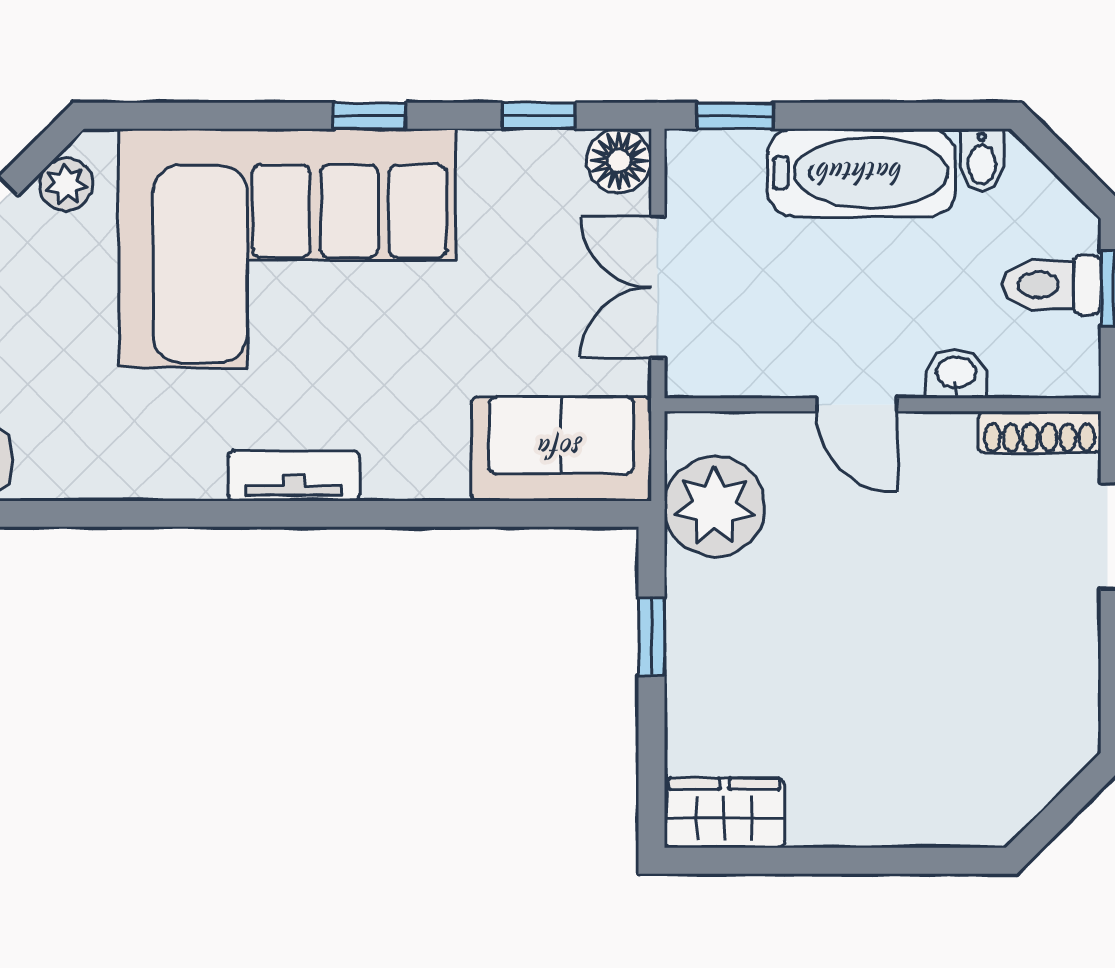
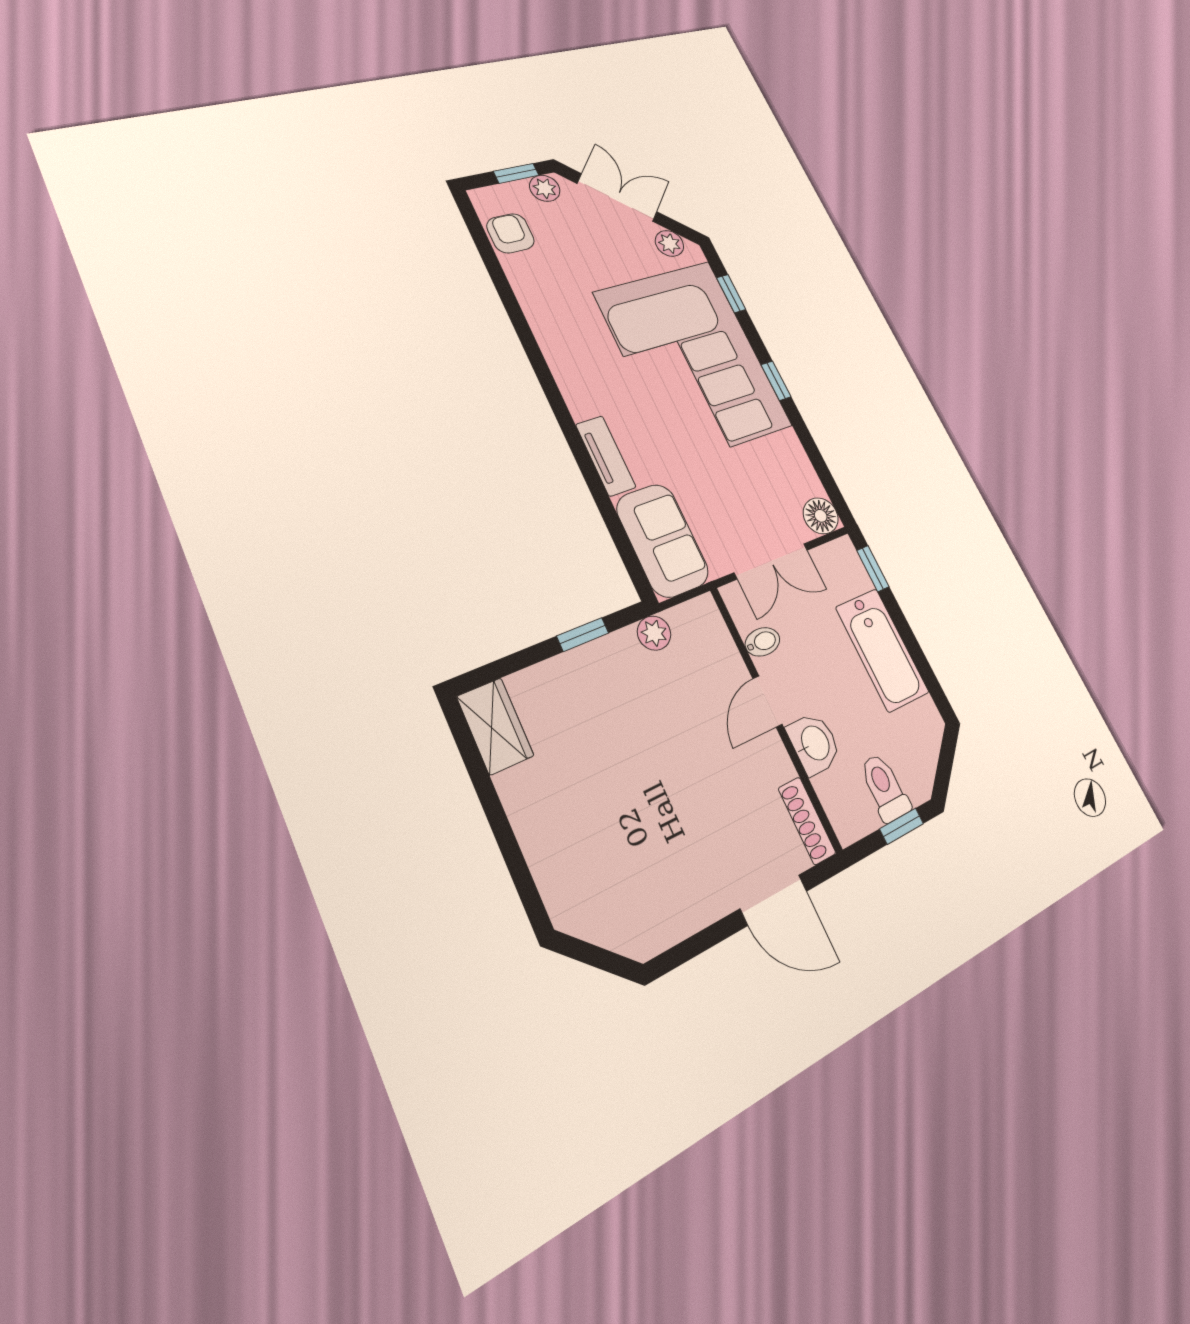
window: (539, 116) -> (731, 294), moved
bidet: (982, 160) -> (762, 642), moved, turned 180
double door: (658, 287) -> (771, 561), swing flipped
washbasin: (956, 374) -> (814, 743), width x1.38, depth x1.45
tv unit: (294, 476) -> (606, 456), moved
plant: (715, 506) -> (654, 633), width x0.53, depth x0.53

